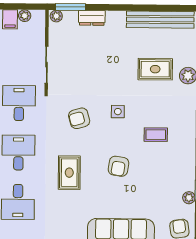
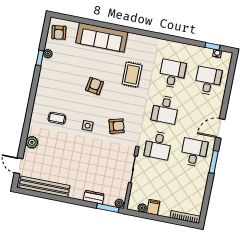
rug: (155, 69) -> (55, 151), removed
coffee table: (156, 135) -> (57, 118), moved
rug: (69, 173) -> (132, 75), moved

